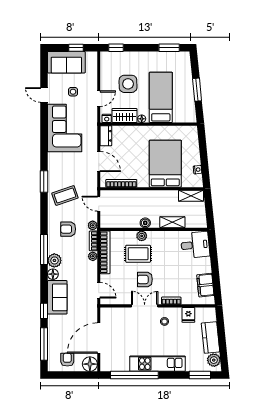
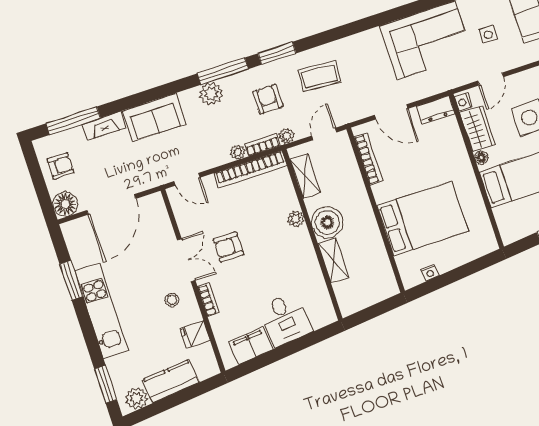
door: (99, 99) -> (491, 79), hinge flipped
door: (99, 161) -> (391, 112), hinge flipped
window: (44, 182) -> (277, 53), moved
coffee table: (65, 195) -> (319, 76), turned -67
shelving: (191, 196) -> (305, 176), moved
boiler: (145, 223) -> (327, 222), width x1.86, depth x1.86
desk: (195, 245) -> (285, 319), moved
rug: (138, 254) -> (265, 223), removed
floor lamp: (53, 274) -> (188, 98), removed
armchair: (145, 279) -> (228, 247), turned -90
door: (99, 290) -> (187, 179), hinge flipped
window: (44, 311) -> (126, 103), removed
fireplace: (53, 327) -> (104, 126), added
door: (99, 338) -> (111, 204), swing flipped
window: (134, 375) -> (71, 280), width x0.47

